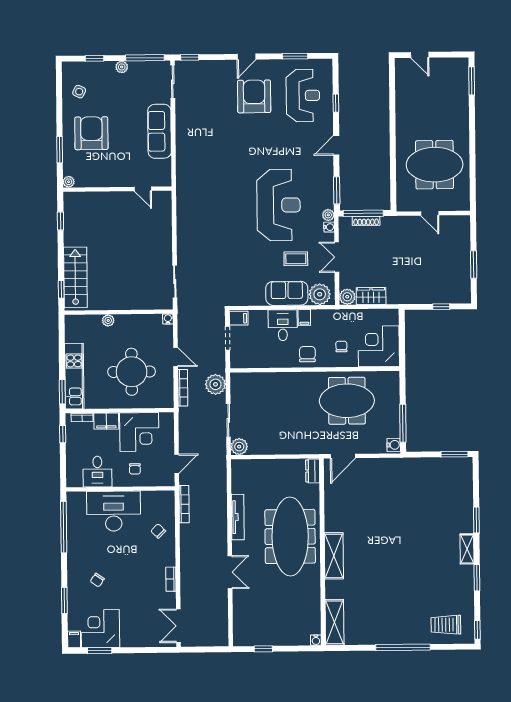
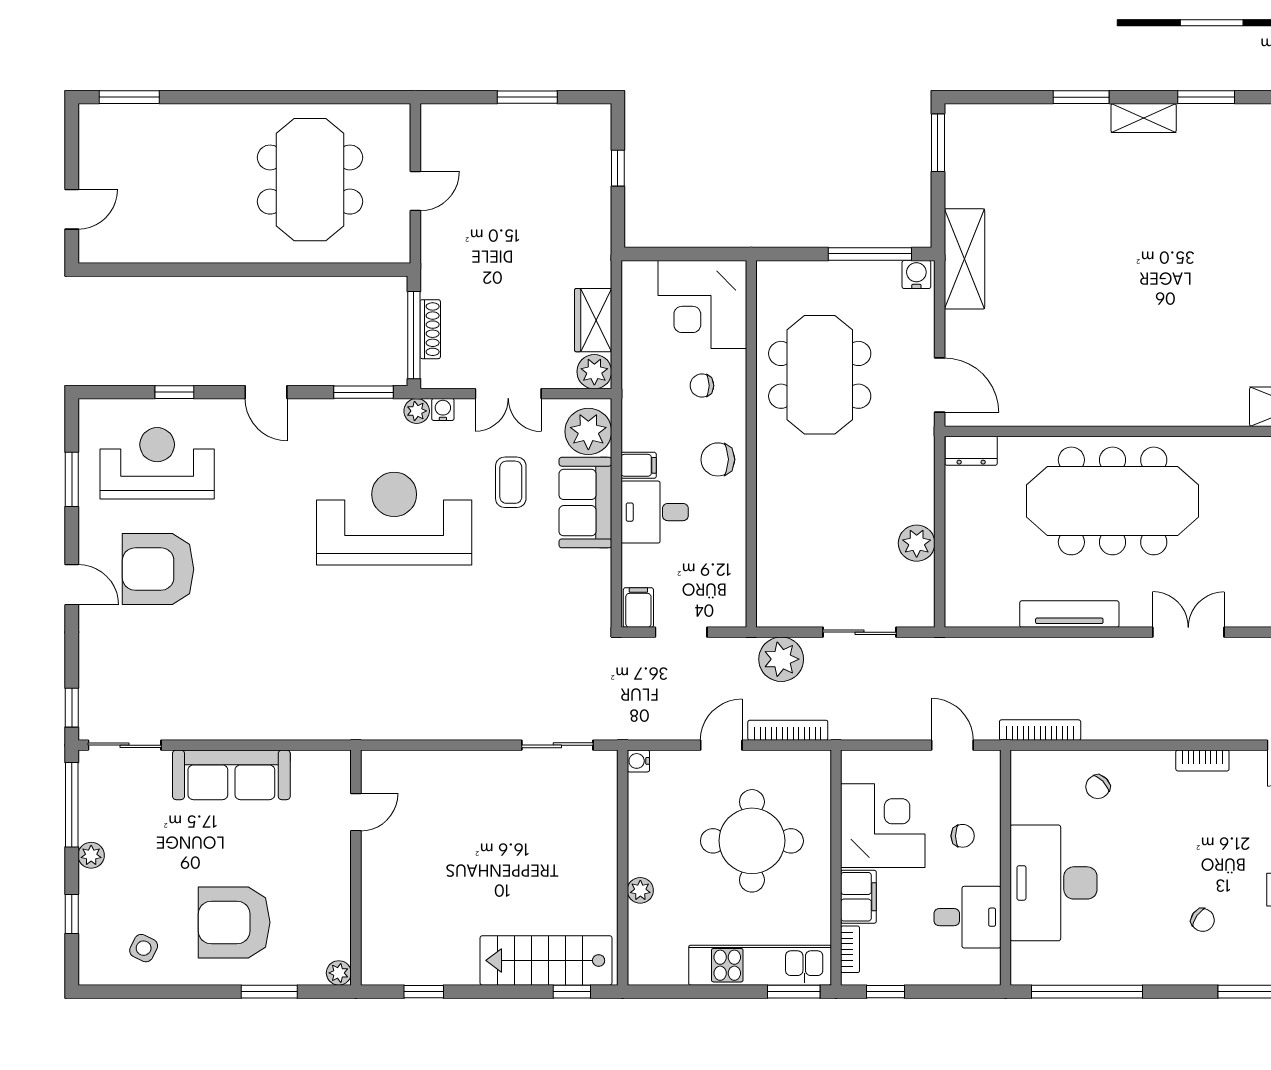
plant: (239, 447) -> (917, 543), moved
shelving: (334, 556) -> (964, 259), moved, turned 90

